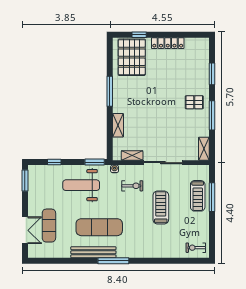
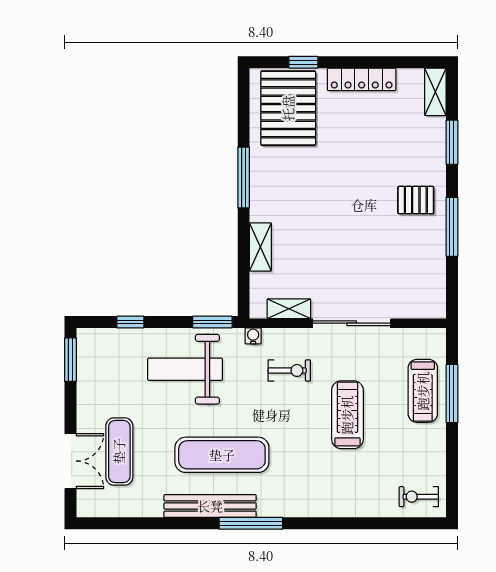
shelving: (204, 149) -> (435, 92), moved

